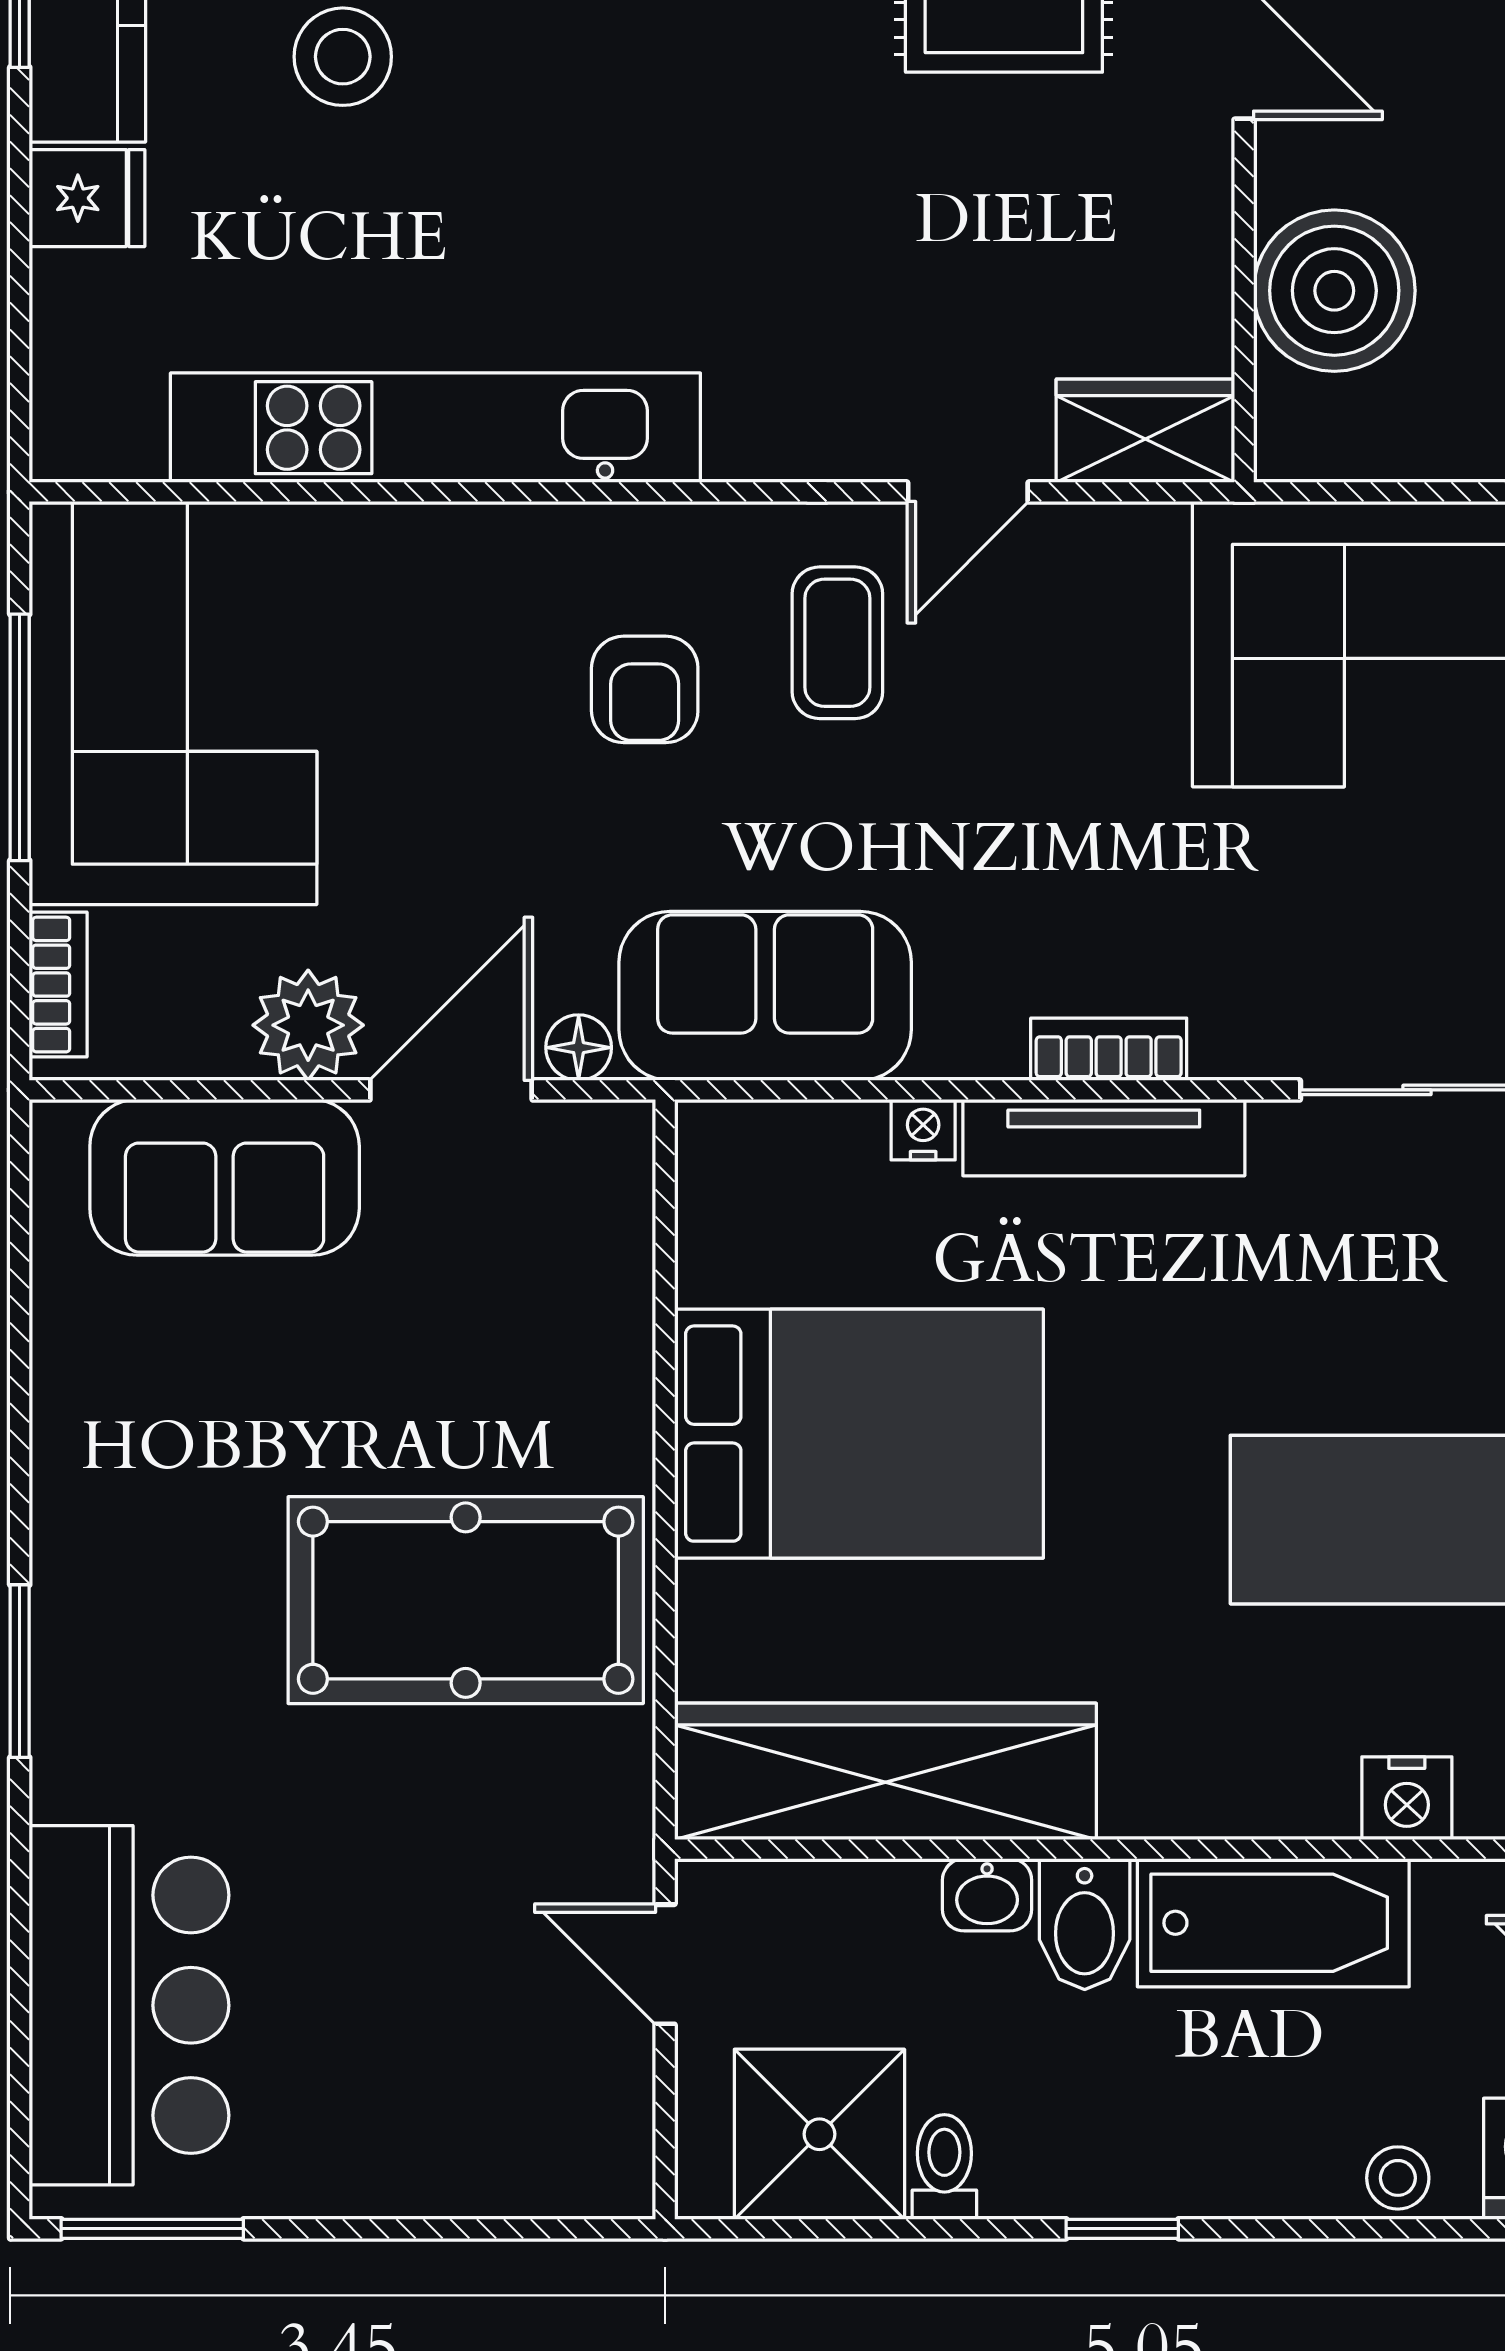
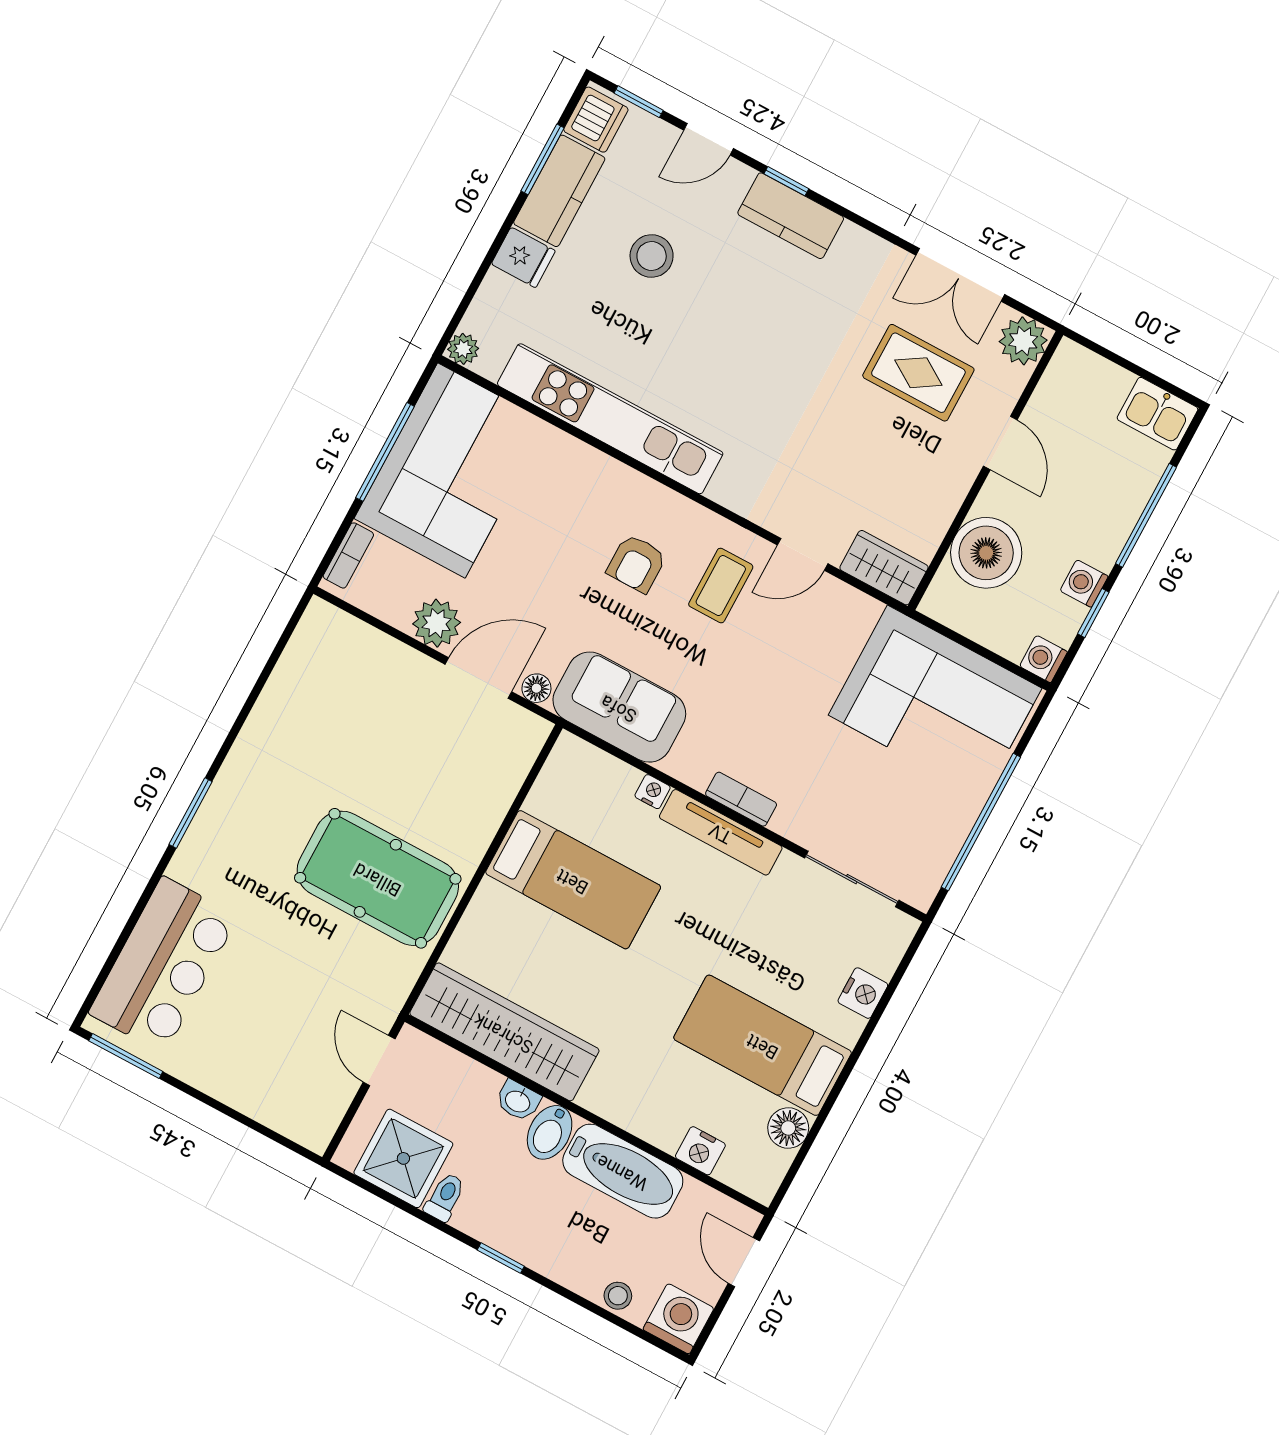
plant: (65, 446) -> (463, 349), added
sofa: (225, 1177) -> (373, 665), removed
bed: (859, 1434) -> (573, 880), width x0.67

